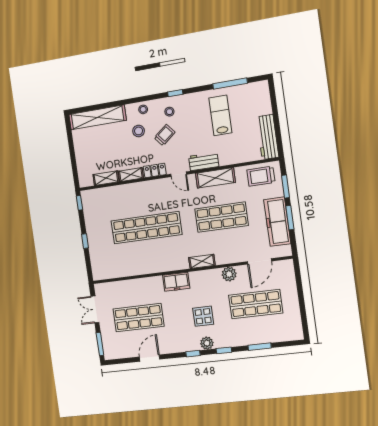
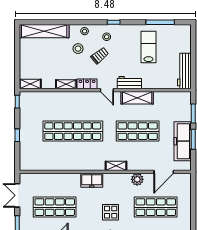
trolley: (261, 176) -> (175, 102), removed
shelving: (106, 178) -> (30, 84), moved

